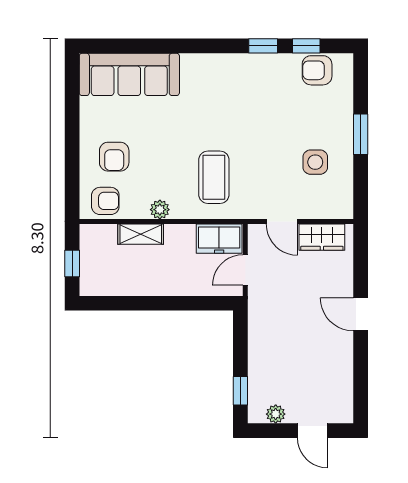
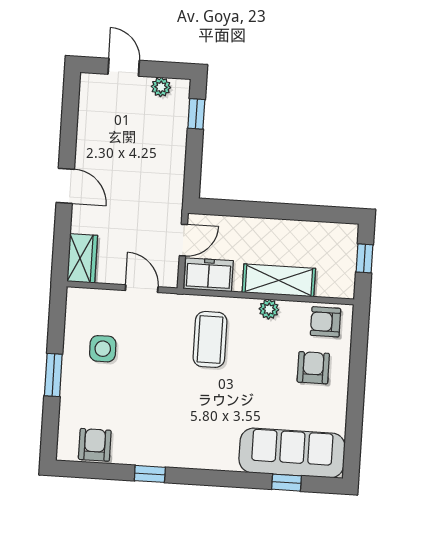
window: (306, 46) -> (286, 483), moved
armchair: (317, 70) -> (95, 445), turned -90
shelving: (141, 234) -> (279, 280), width x1.50, depth x1.33
wardrobe: (322, 237) -> (82, 258), moved, turned 90

